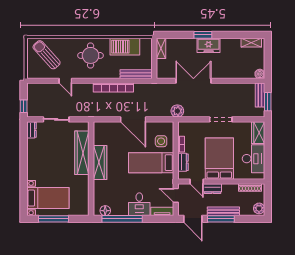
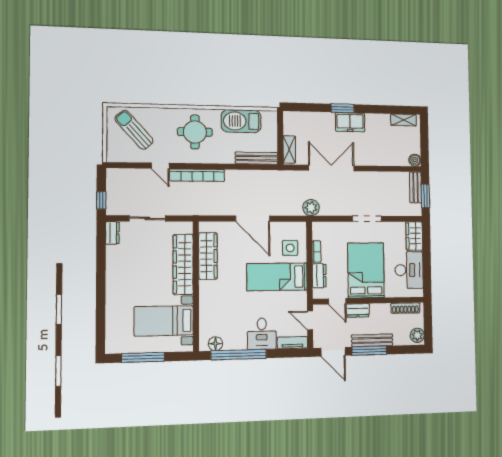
shelving: (161, 48) -> (289, 149), moved
bookcase: (113, 87) -> (197, 175), moved
wardrobe: (100, 163) -> (208, 256), moved
bed with nightstands: (48, 198) -> (164, 321), moved, turned 180

